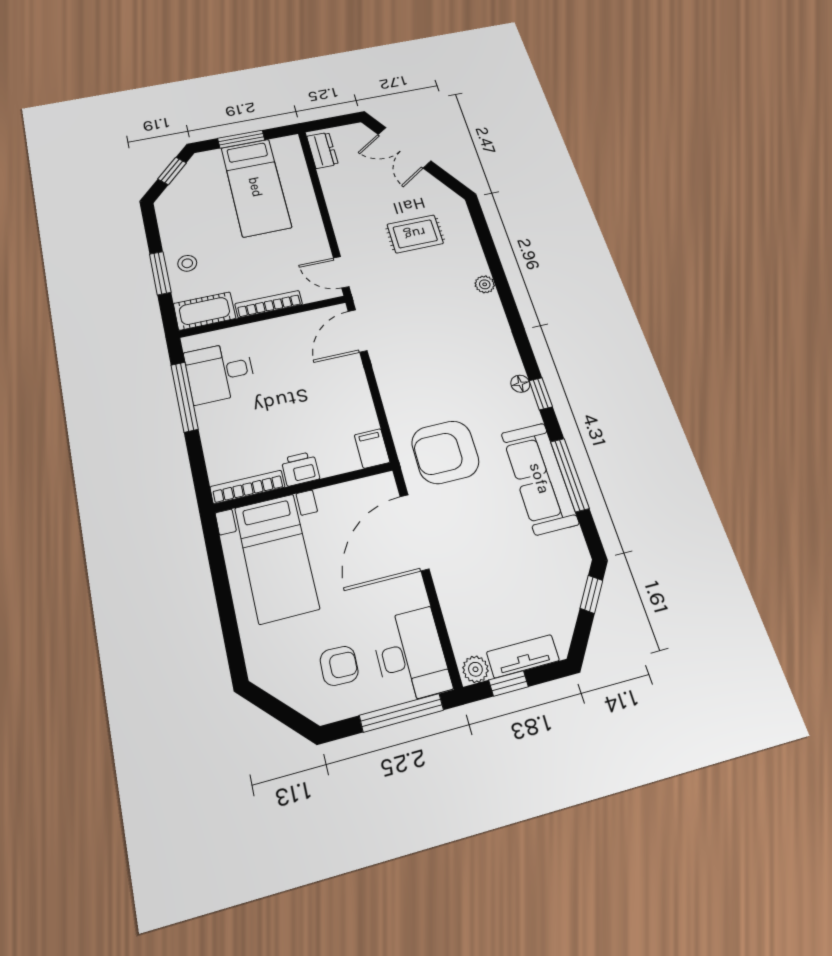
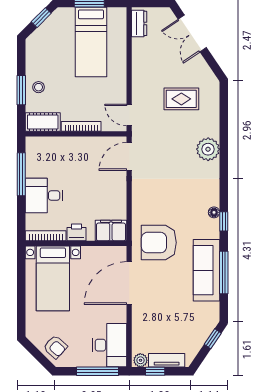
plant: (485, 284) -> (208, 149), width x1.88, depth x1.88
desk: (220, 372) -> (44, 196), moved
filing cabinet: (372, 448) -> (111, 230), width x2.00
armchair: (339, 666) -> (55, 347), moved, turned 40

